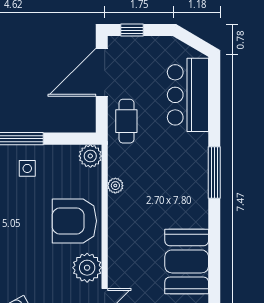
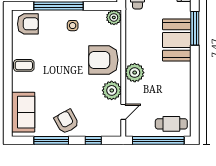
plant: (115, 186) -> (135, 73), moved, width x1.88, depth x1.88
booth: (187, 261) -> (177, 40), moved

